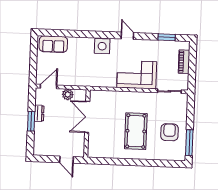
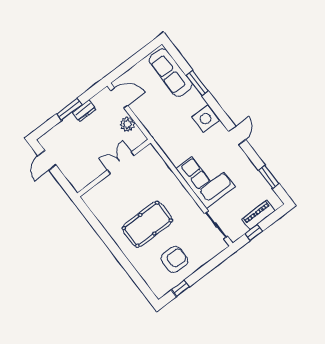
window: (77, 34) -> (197, 83), added
sofa: (53, 44) -> (171, 73), width x1.36
window: (192, 73) -> (254, 232), added
double door: (87, 117) -> (121, 163), width x0.73
window: (189, 143) -> (180, 288), width x0.46
door: (67, 160) -> (47, 160), moved

